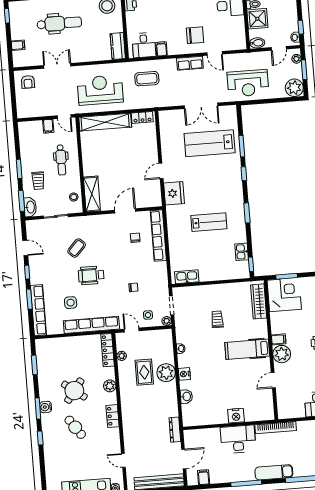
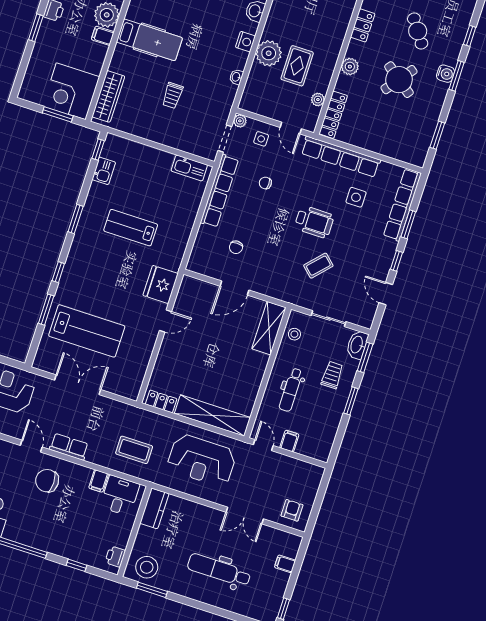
dental chair: (61, 160) -> (291, 390), turned 180
row of seats: (158, 236) -> (219, 191), moved

